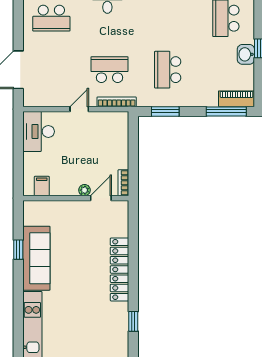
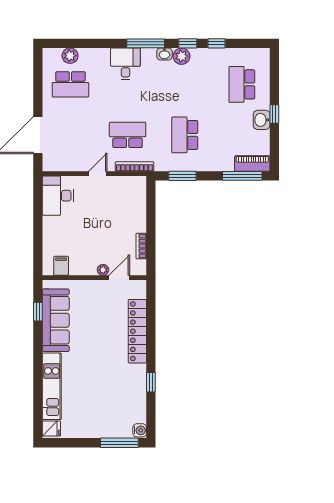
filing cabinet: (42, 186) -> (61, 266), moved
plant: (84, 190) -> (103, 270), moved
wall: (76, 198) -> (94, 278), moved
door: (101, 198) -> (119, 278), moved

